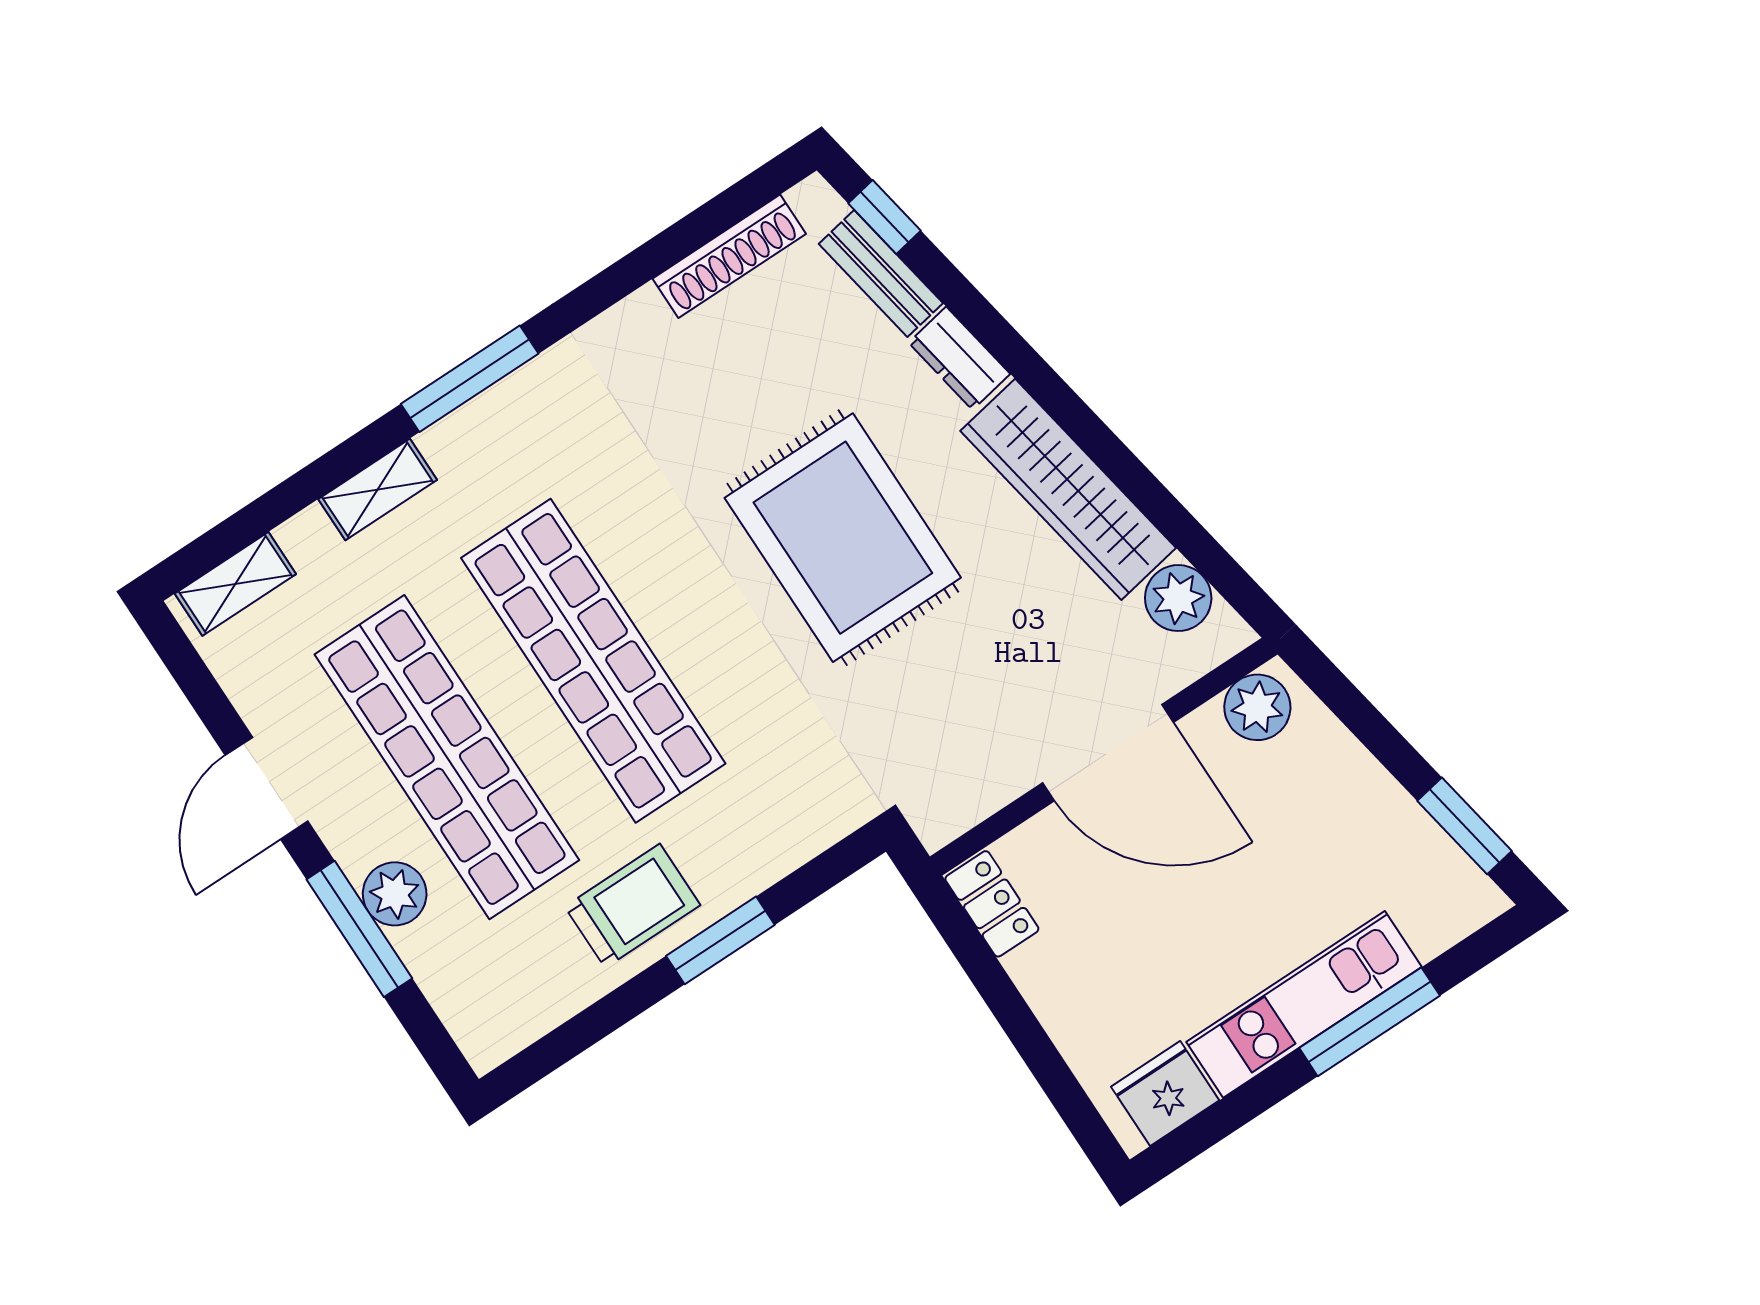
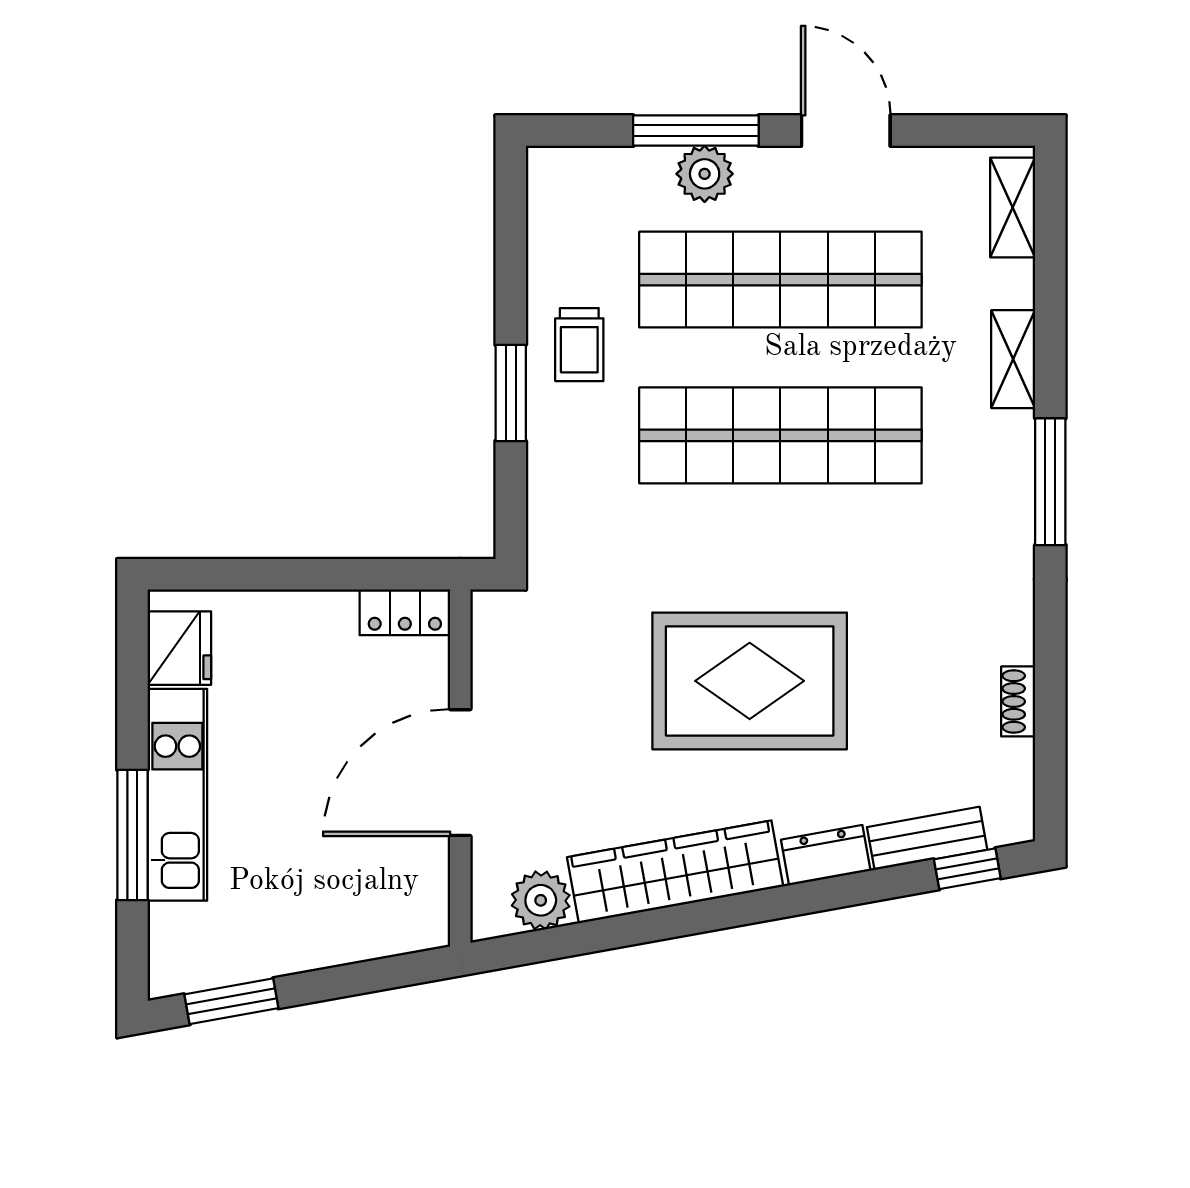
shoe rack: (729, 256) -> (1018, 701), width x0.51, depth x0.81
plant: (1257, 707) -> (421, 906), removed
trolley: (632, 906) -> (579, 345), width x0.73, depth x0.72

